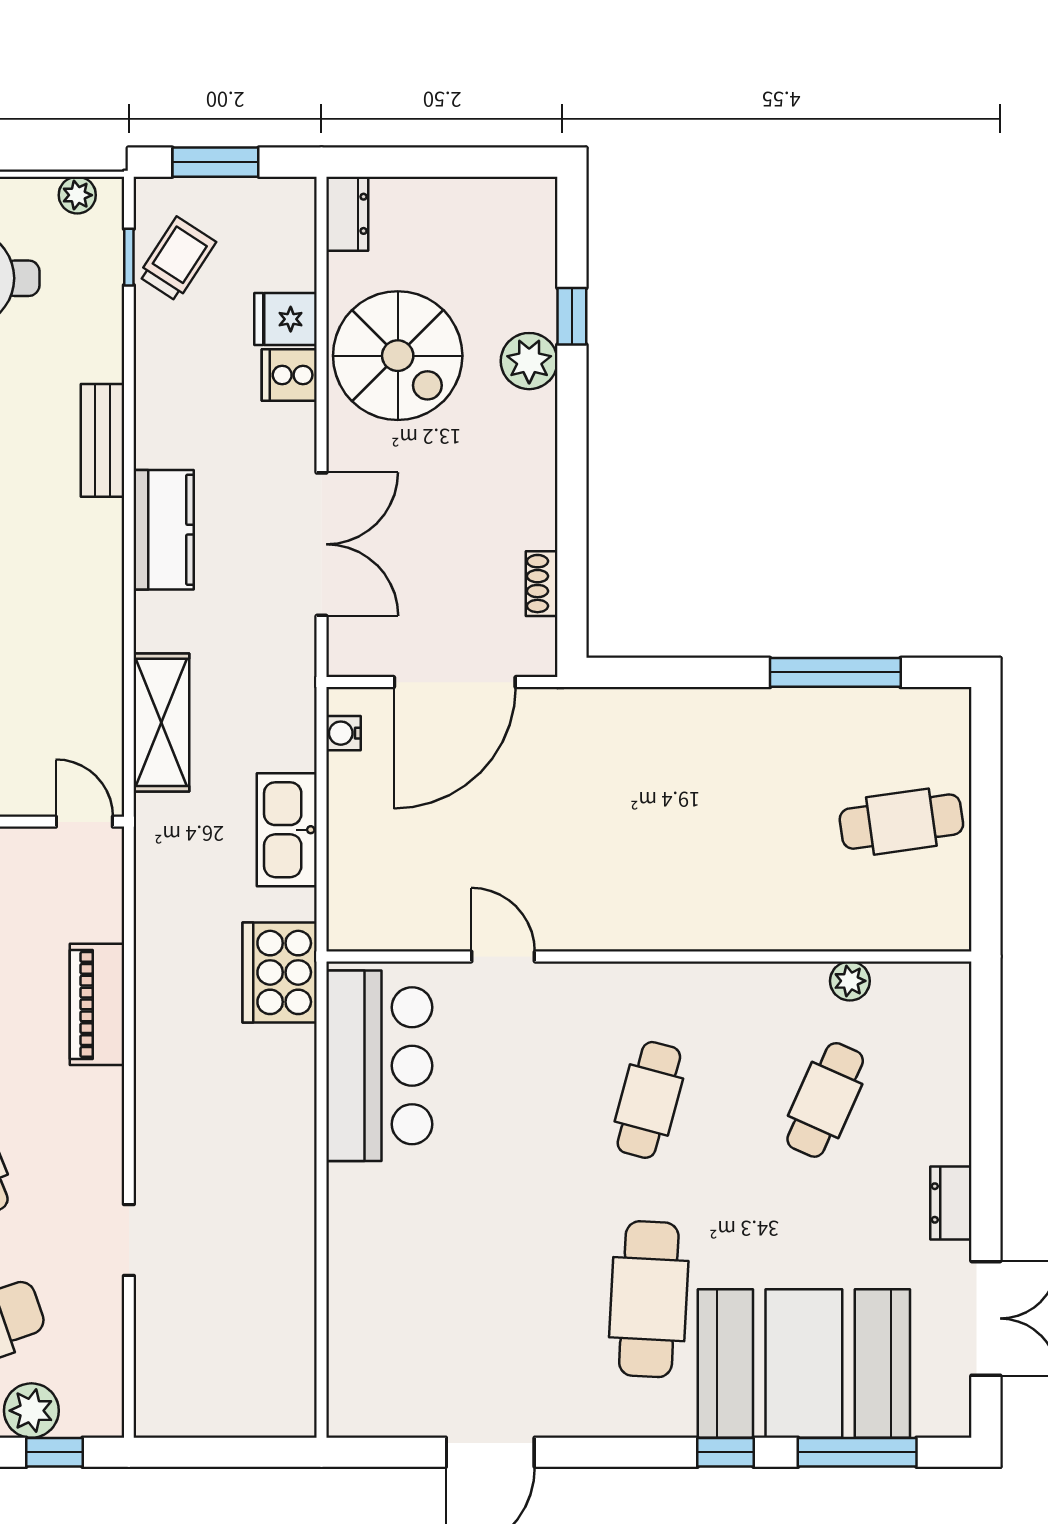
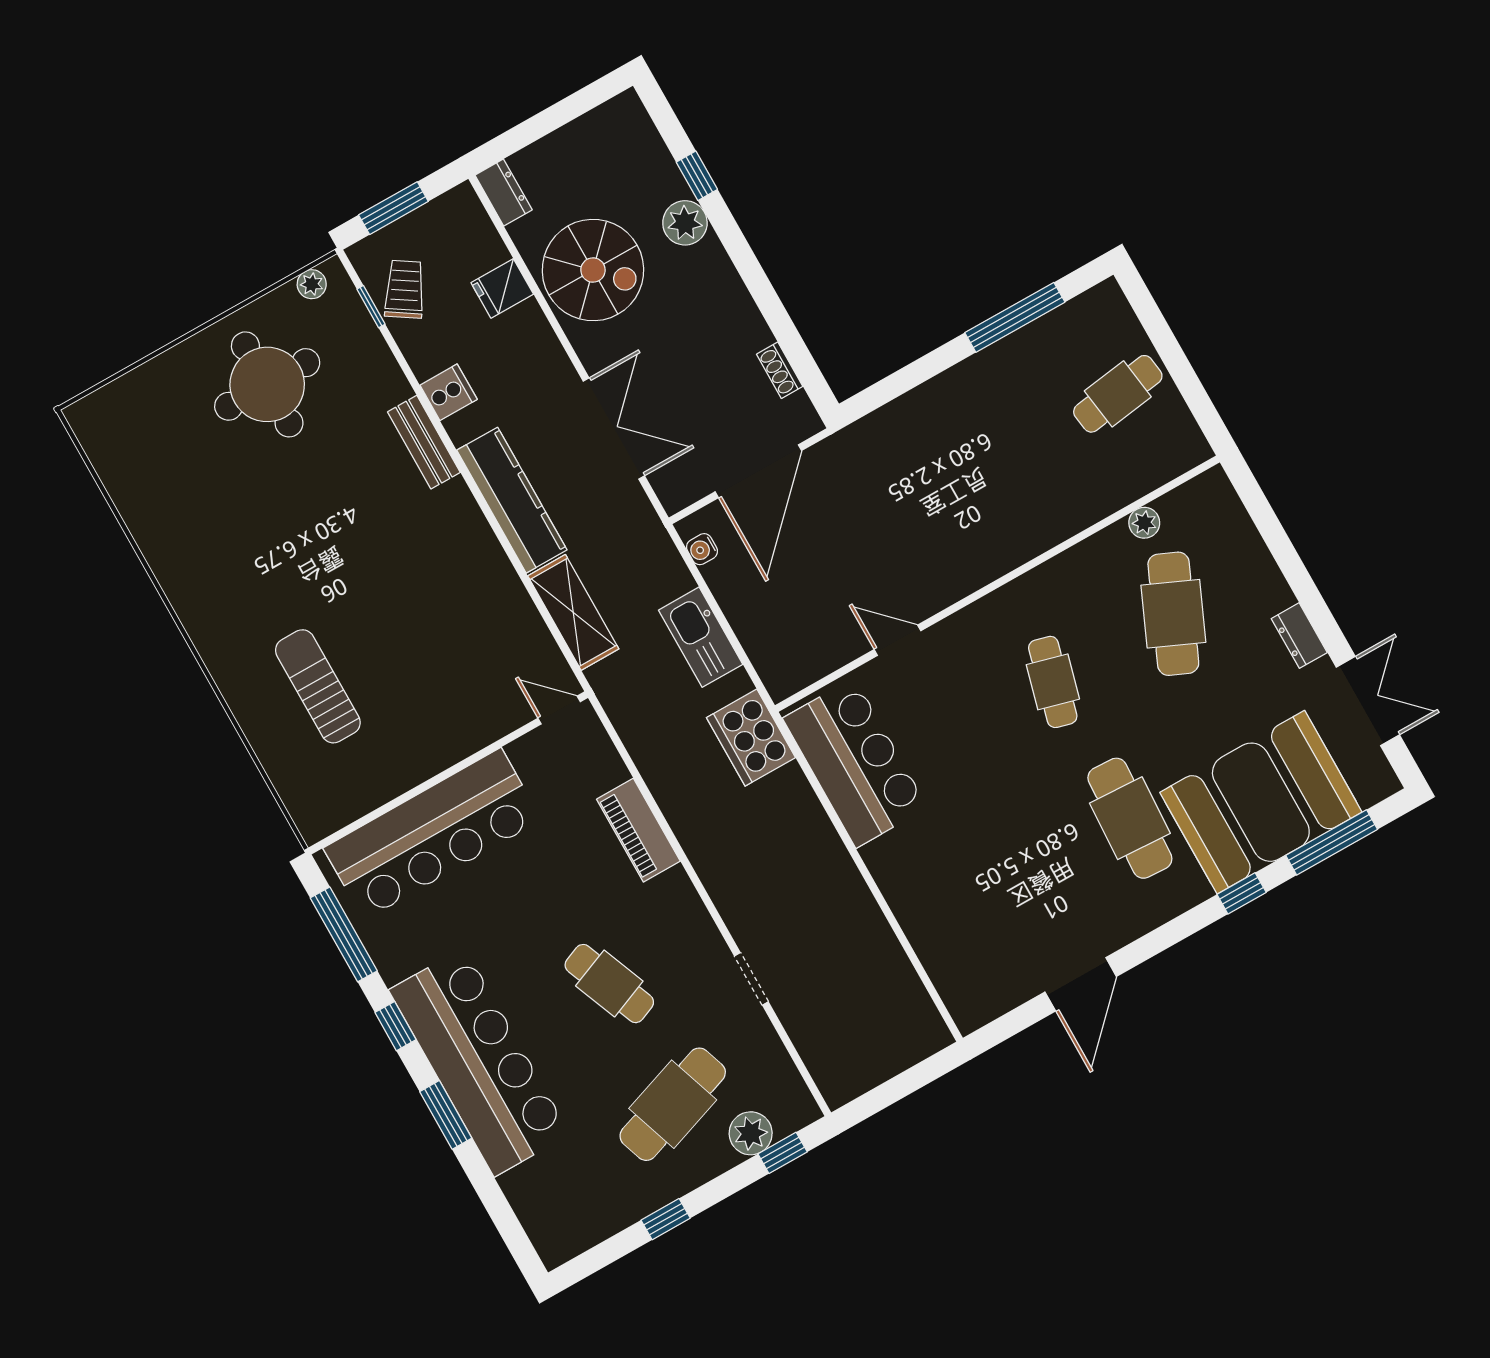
cooker: (289, 375) -> (449, 392), moved, turned 180
kitchen counter: (164, 530) -> (512, 500), width x1.50
cafe table: (825, 1100) -> (1173, 614), width x1.37, depth x1.35

